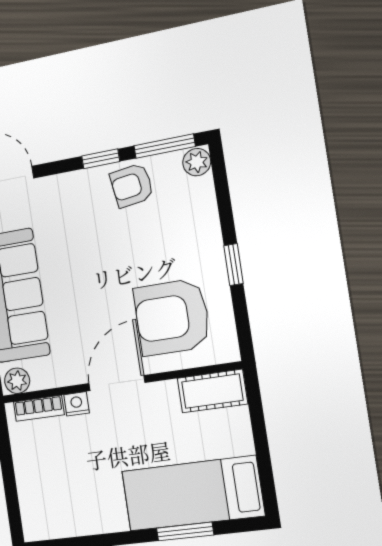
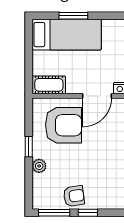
plant: (197, 162) -> (39, 166), moved

